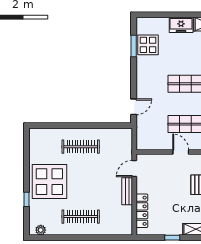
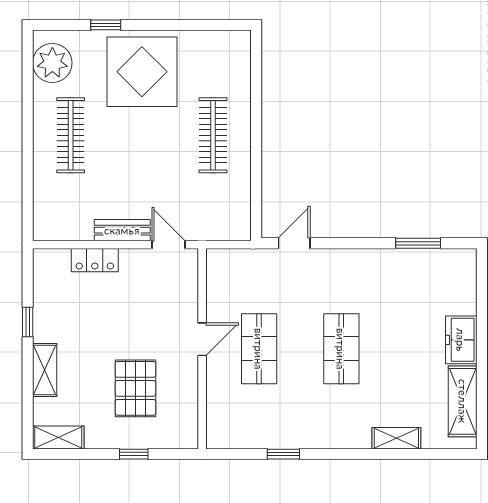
display table: (148, 45) -> (420, 272), removed
door: (134, 107) -> (294, 243), swing flipped
locker: (142, 211) -> (95, 260), width x0.66
plant: (41, 230) -> (52, 63), width x1.88, depth x1.88

